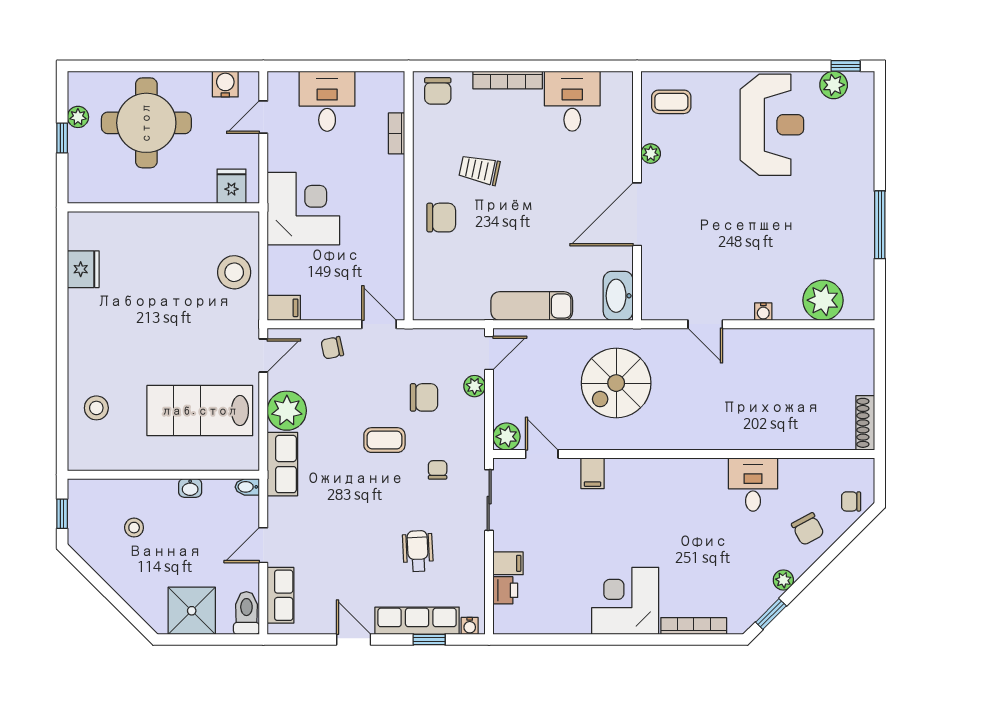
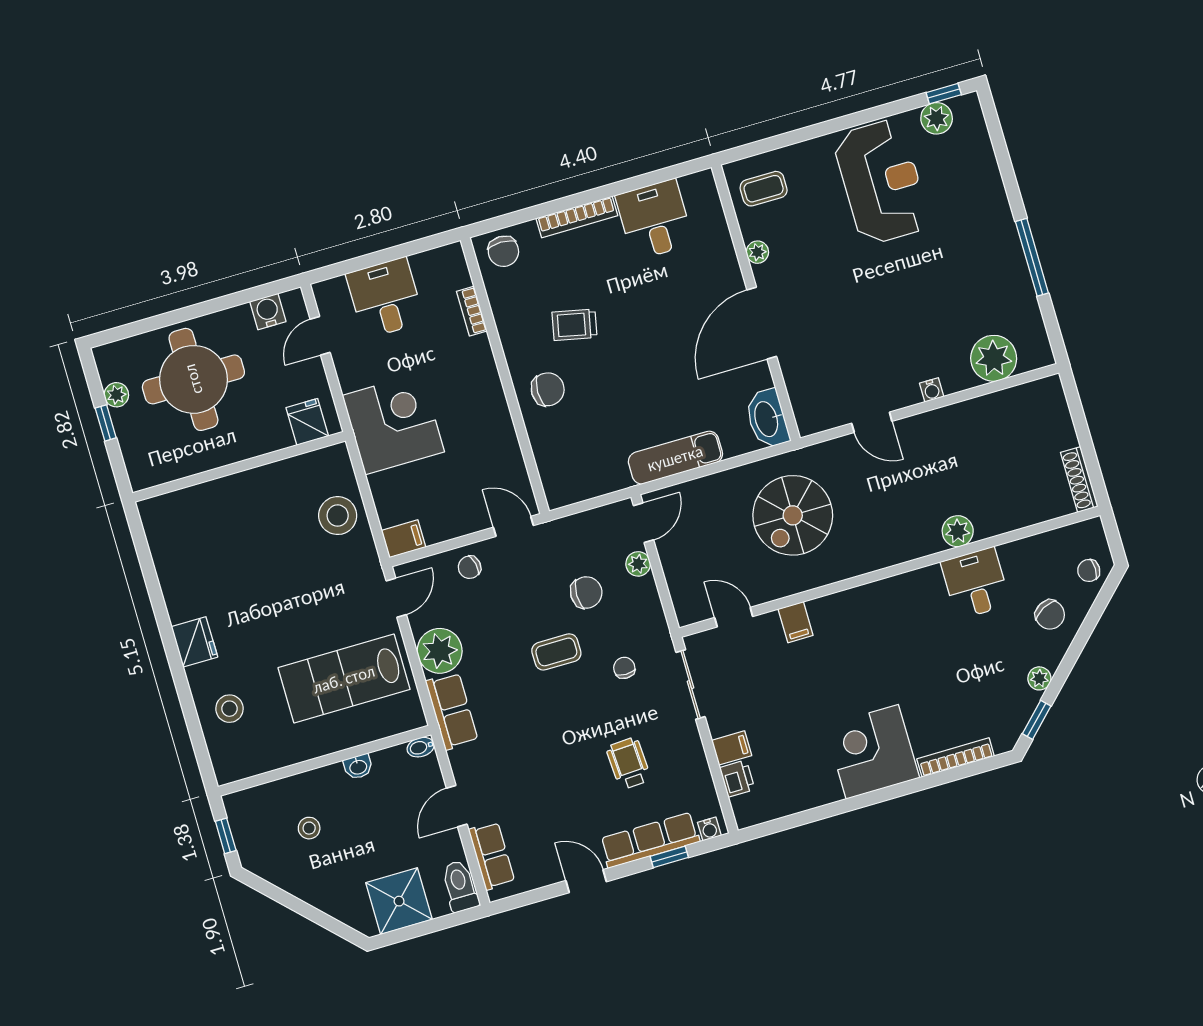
fridge: (83, 269) -> (194, 642), moved
plant: (507, 437) -> (958, 531), moved

